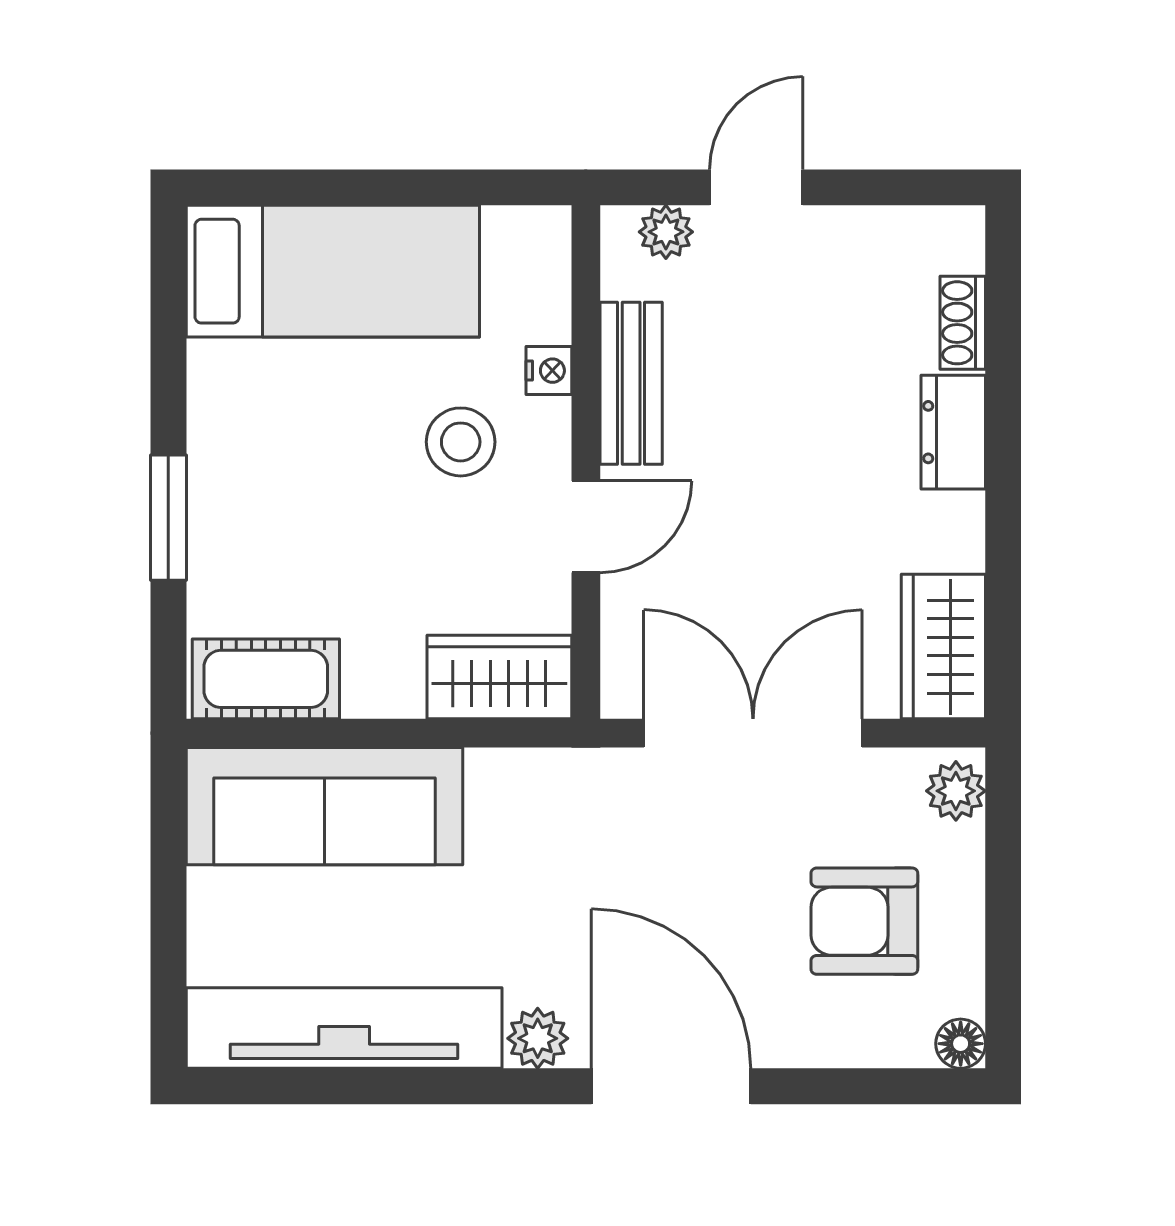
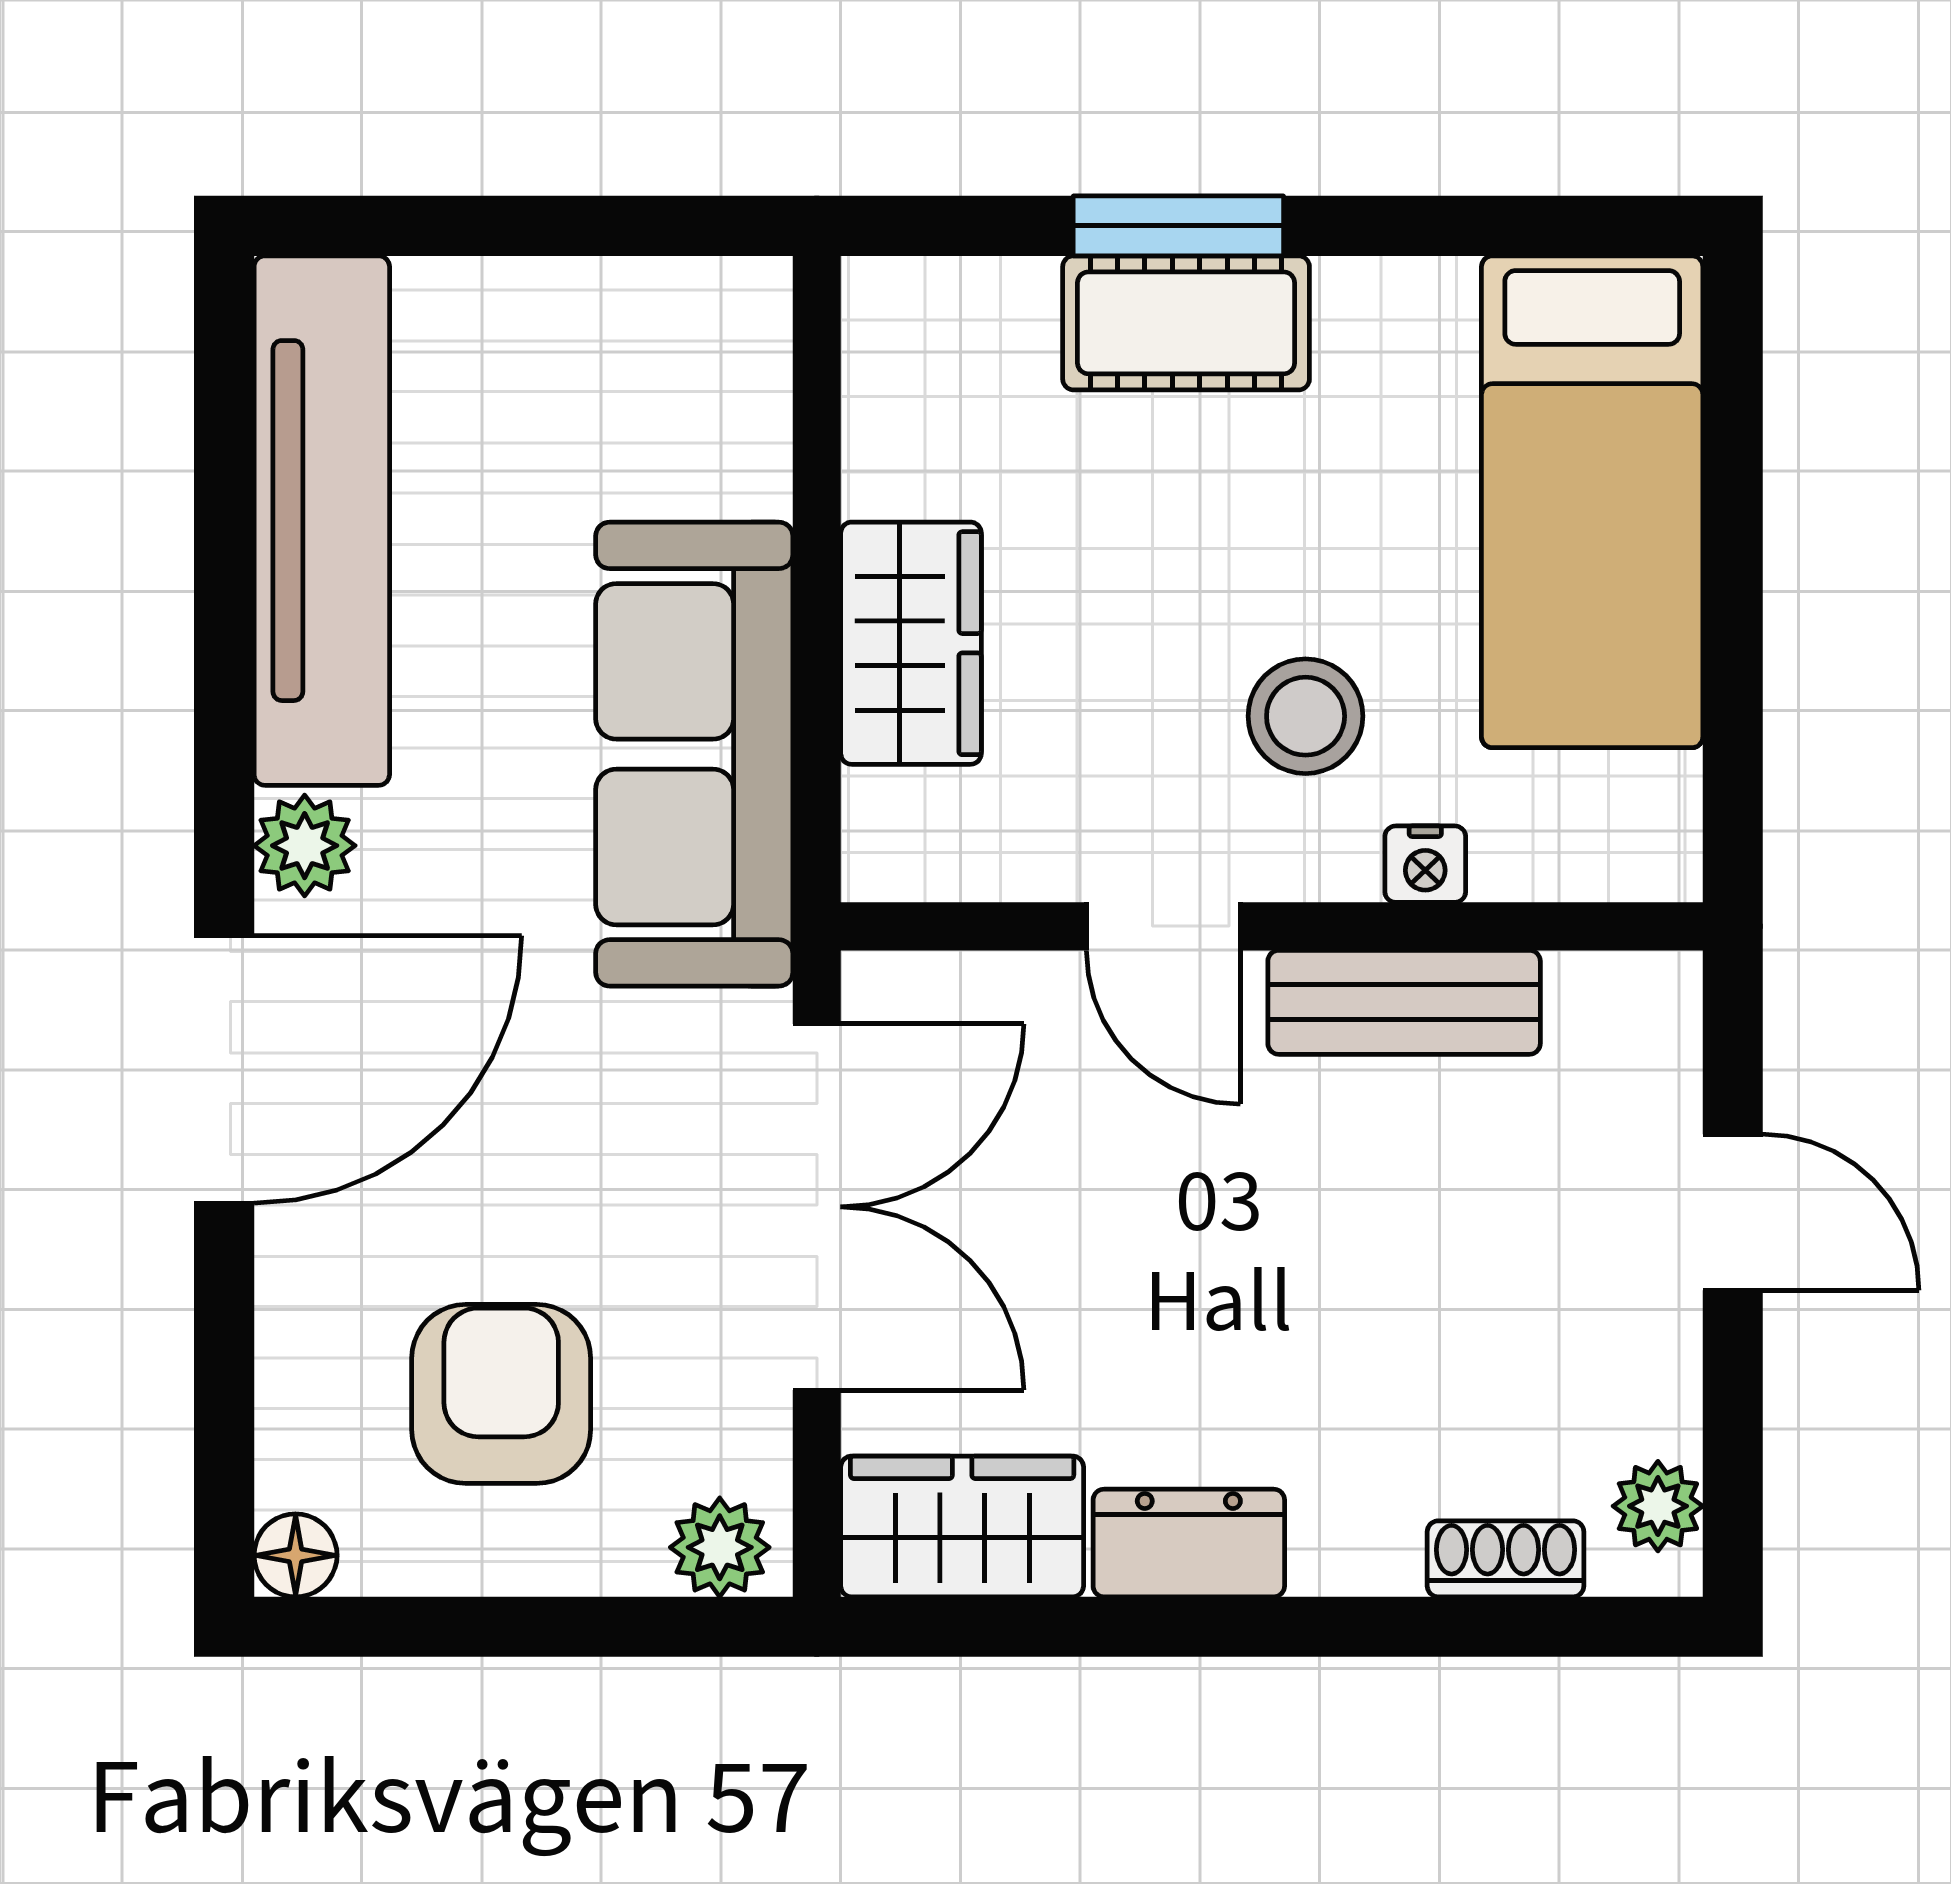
plant: (666, 232) -> (1658, 1506), moved
dresser: (953, 432) -> (1189, 1543), moved
wardrobe: (499, 677) -> (911, 643), moved
cot: (266, 679) -> (1186, 323), moved, turned 90
sofa: (325, 806) -> (694, 754), moved

